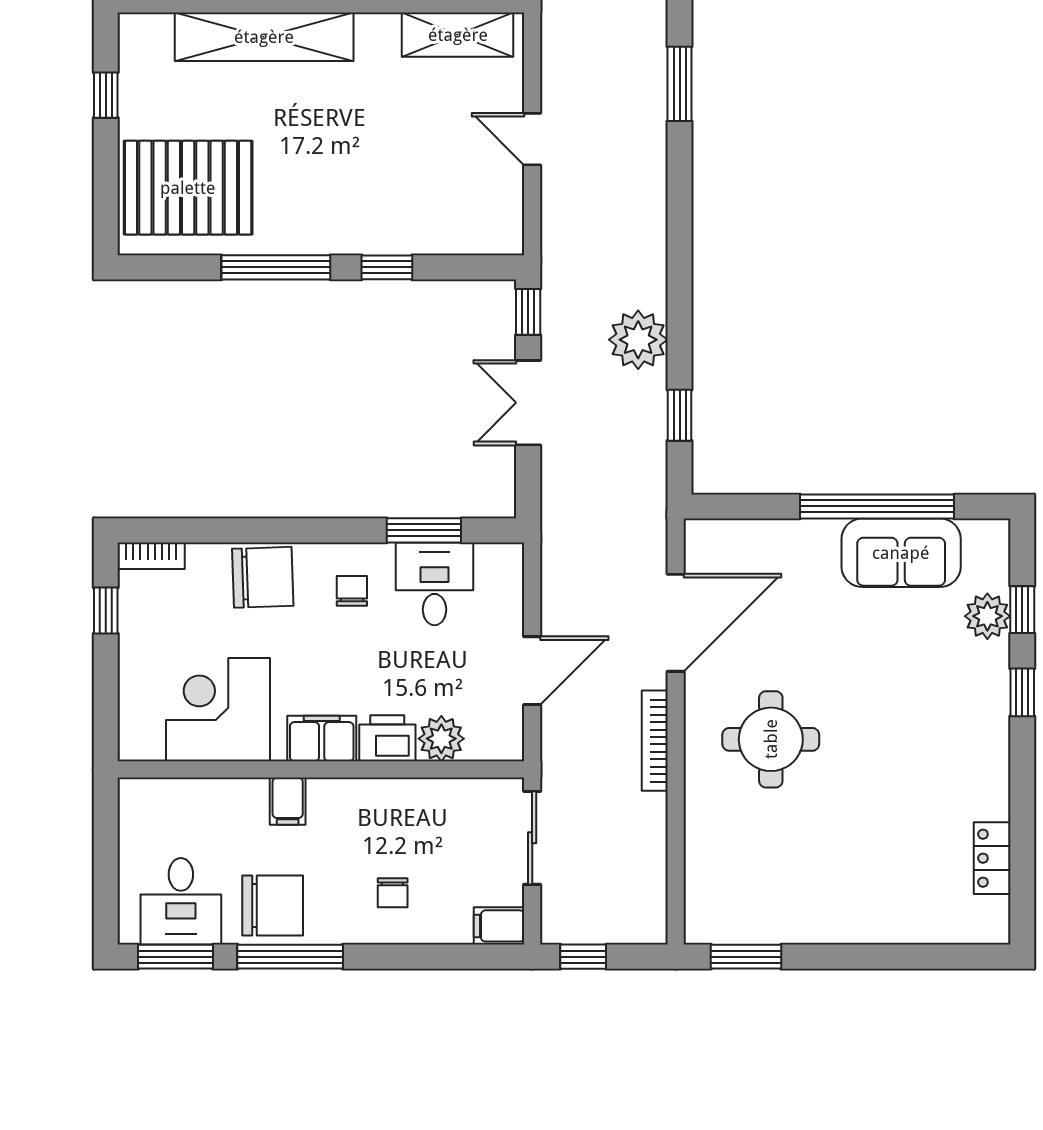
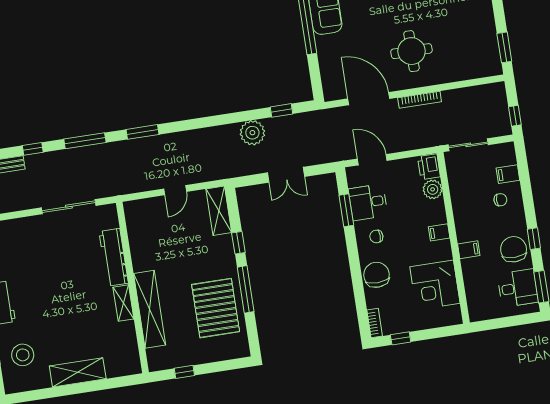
shelving: (458, 35) -> (219, 211), moved
pallet: (188, 188) -> (216, 308), moved
window: (528, 312) -> (248, 181), removed
door: (532, 671) -> (372, 160), moved
printer: (387, 738) -> (429, 167), moved
filing cabinet: (322, 739) -> (439, 232), width x0.50
filing cabinet: (499, 926) -> (508, 174), moved, turned 90
window: (290, 957) -> (534, 239), width x0.46

